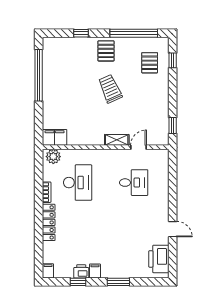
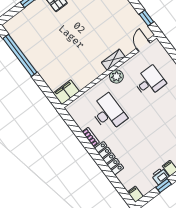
trolley: (110, 89) -> (80, 26), removed
door: (139, 147) -> (143, 46), moved
plant: (53, 157) -> (116, 77), moved

